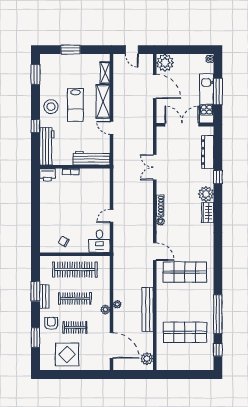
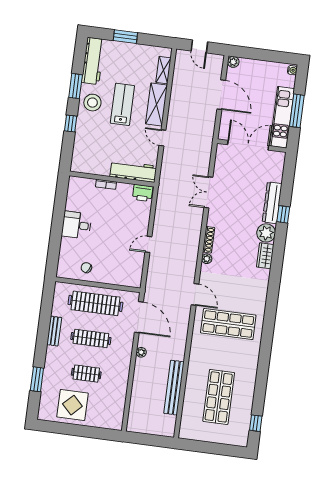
plant: (165, 63) -> (233, 62), width x0.53, depth x0.53
window: (35, 74) -> (76, 86), moved
lab bench: (75, 105) -> (122, 104), turned 180
workbench: (47, 146) -> (93, 61), moved
dresser: (208, 152) -> (272, 203), moved
printer: (47, 175) -> (143, 193), moved
desk: (99, 241) -> (77, 225), moved, turned 90
window: (35, 291) -> (44, 323), removed
bench: (148, 309) -> (174, 388), moved
plant: (105, 310) -> (126, 357), removed
window: (218, 314) -> (261, 380), removed
armchair: (51, 323) -> (58, 365), removed
shop shelf: (185, 332) -> (219, 397), turned 90
door: (112, 346) -> (139, 317), moved
plant: (147, 359) -> (169, 423), removed

